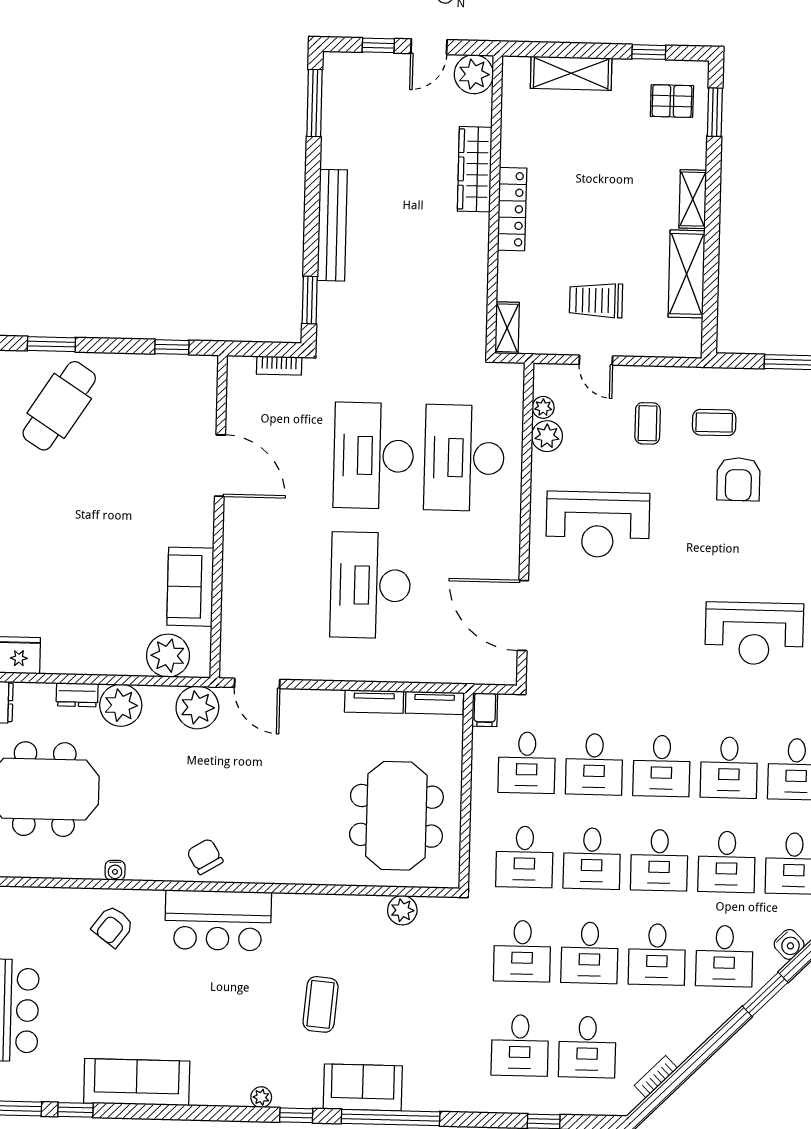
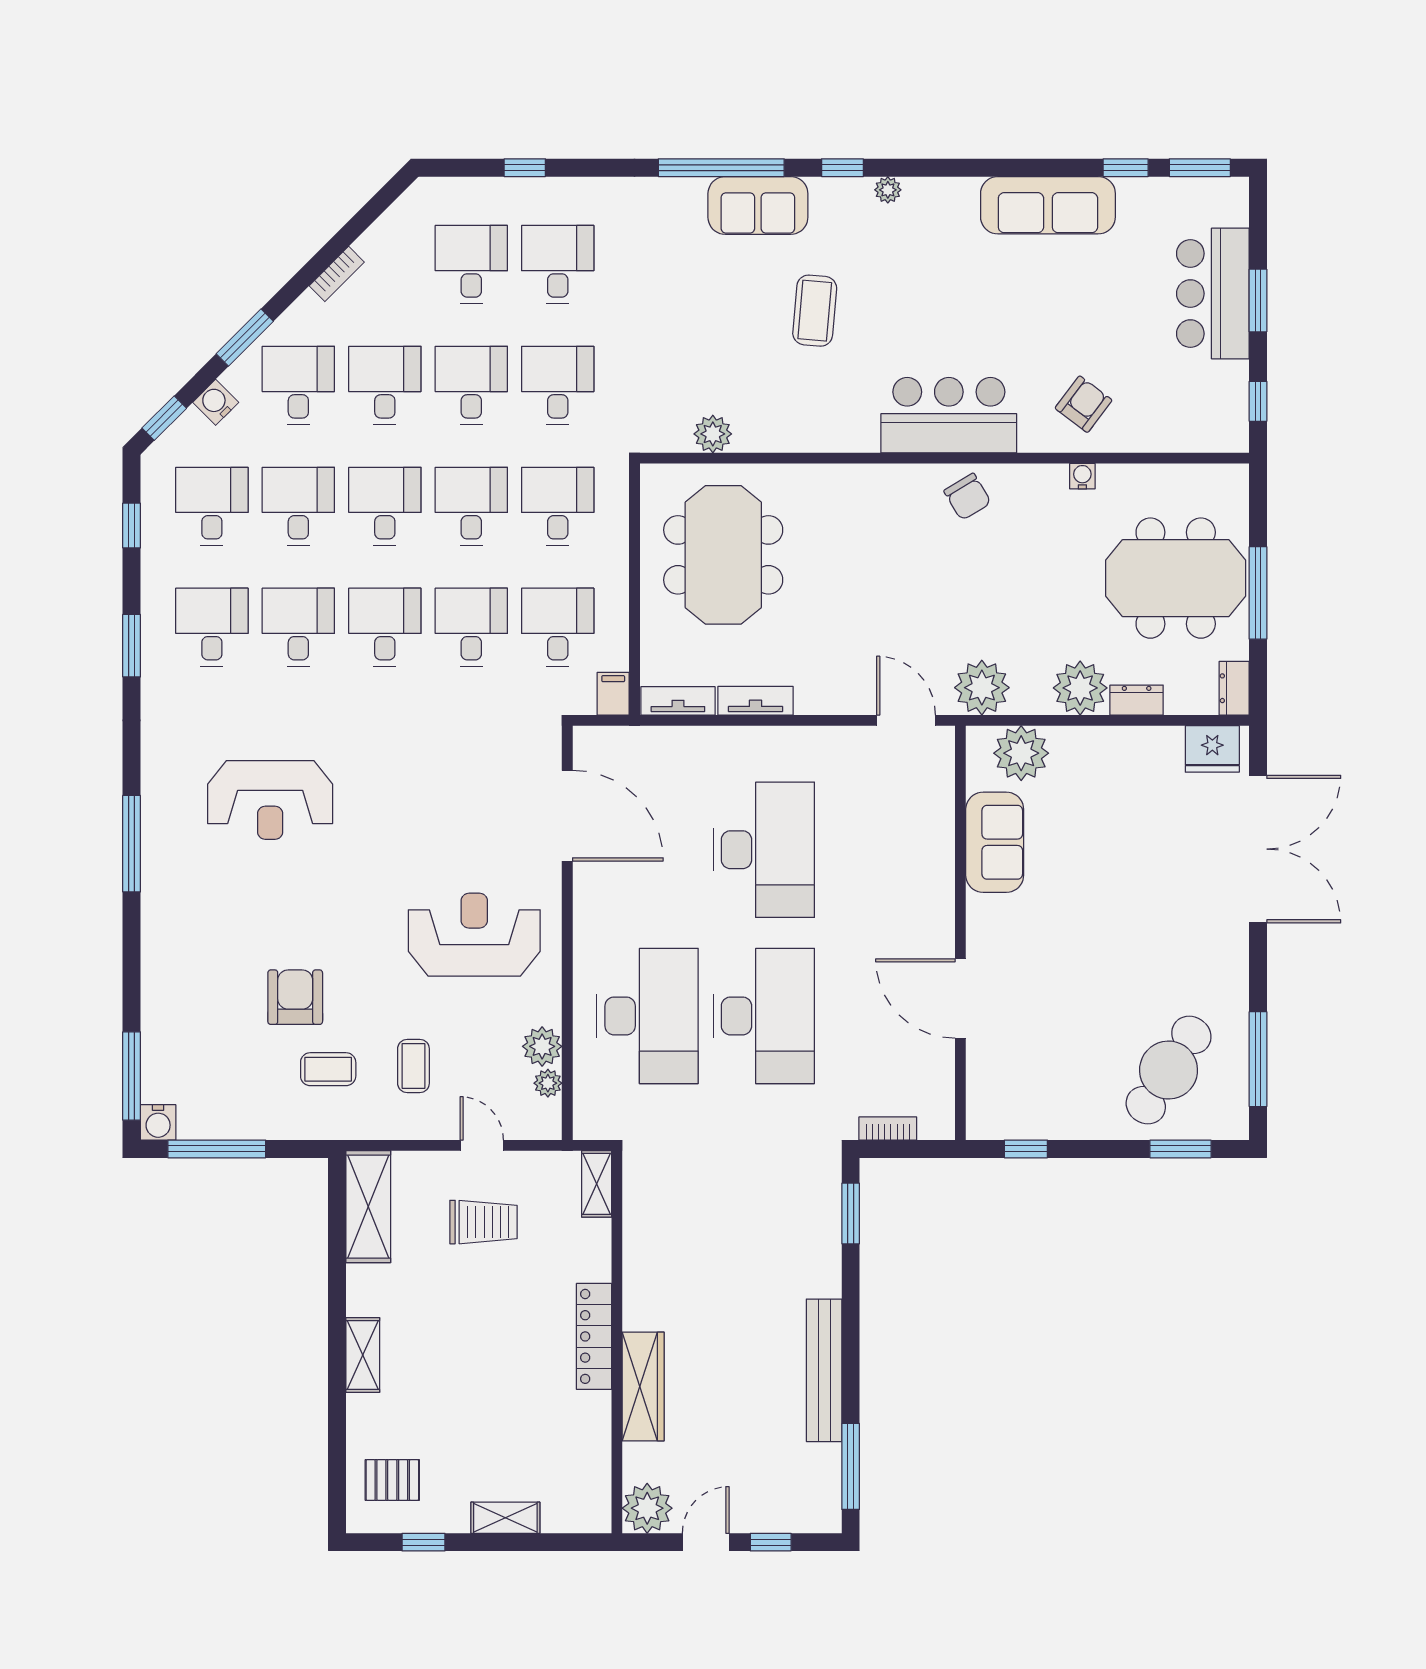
shelving: (571, 73) -> (505, 1518), width x0.67, depth x0.75
window: (715, 112) -> (337, 1467), removed
bench: (332, 225) -> (824, 1370), moved
shelving: (687, 274) -> (368, 1207), moved
reception desk: (754, 633) -> (270, 800), turned 180
bookcase: (656, 1077) -> (337, 274), moved

